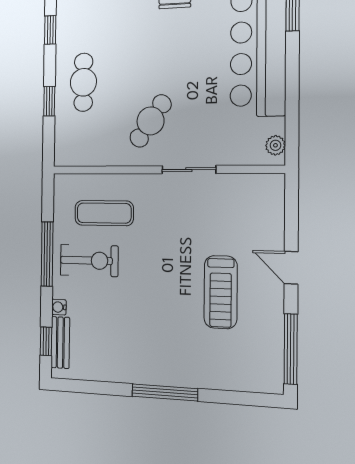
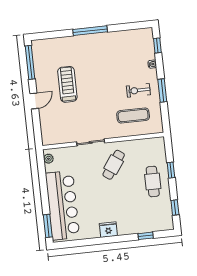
window: (47, 254) -> (162, 91), width x0.69
exercise bike: (89, 260) -> (138, 90), width x0.73, depth x0.72
door: (291, 268) -> (34, 101), hinge flipped
bench: (60, 342) -> (149, 46), removed

